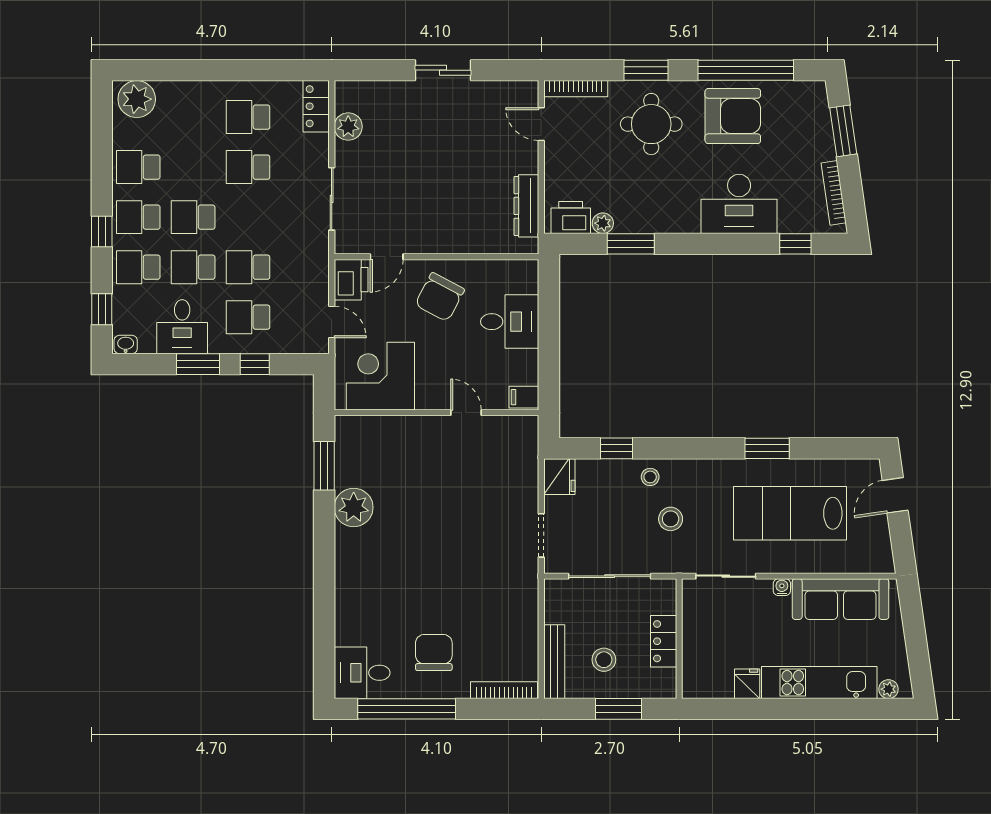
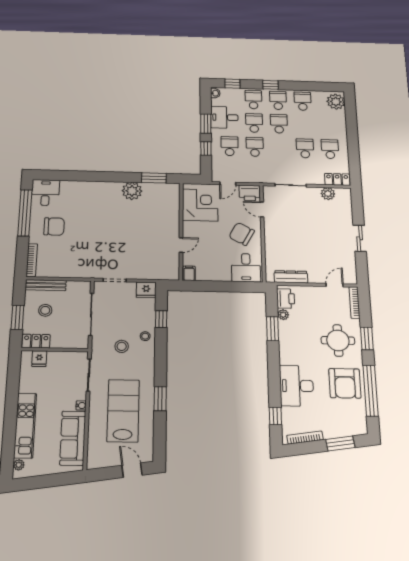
desk: (510, 322) -> (246, 268), moved
locker: (664, 641) -> (36, 341), moved
fridge: (747, 684) -> (39, 359), moved, turned 90

